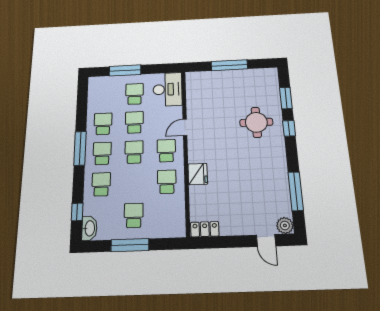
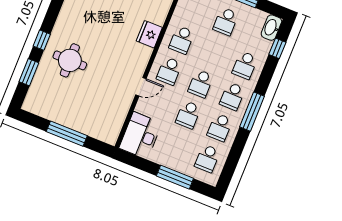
school desk: (134, 94) -> (207, 158), moved

